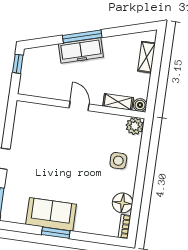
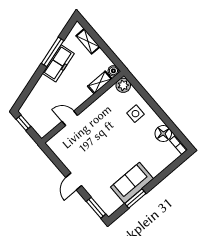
window: (82, 36) -> (52, 52), moved
freezer: (81, 50) -> (58, 63), moved
door: (79, 106) -> (70, 118), moved
window: (56, 233) -> (135, 198), moved

